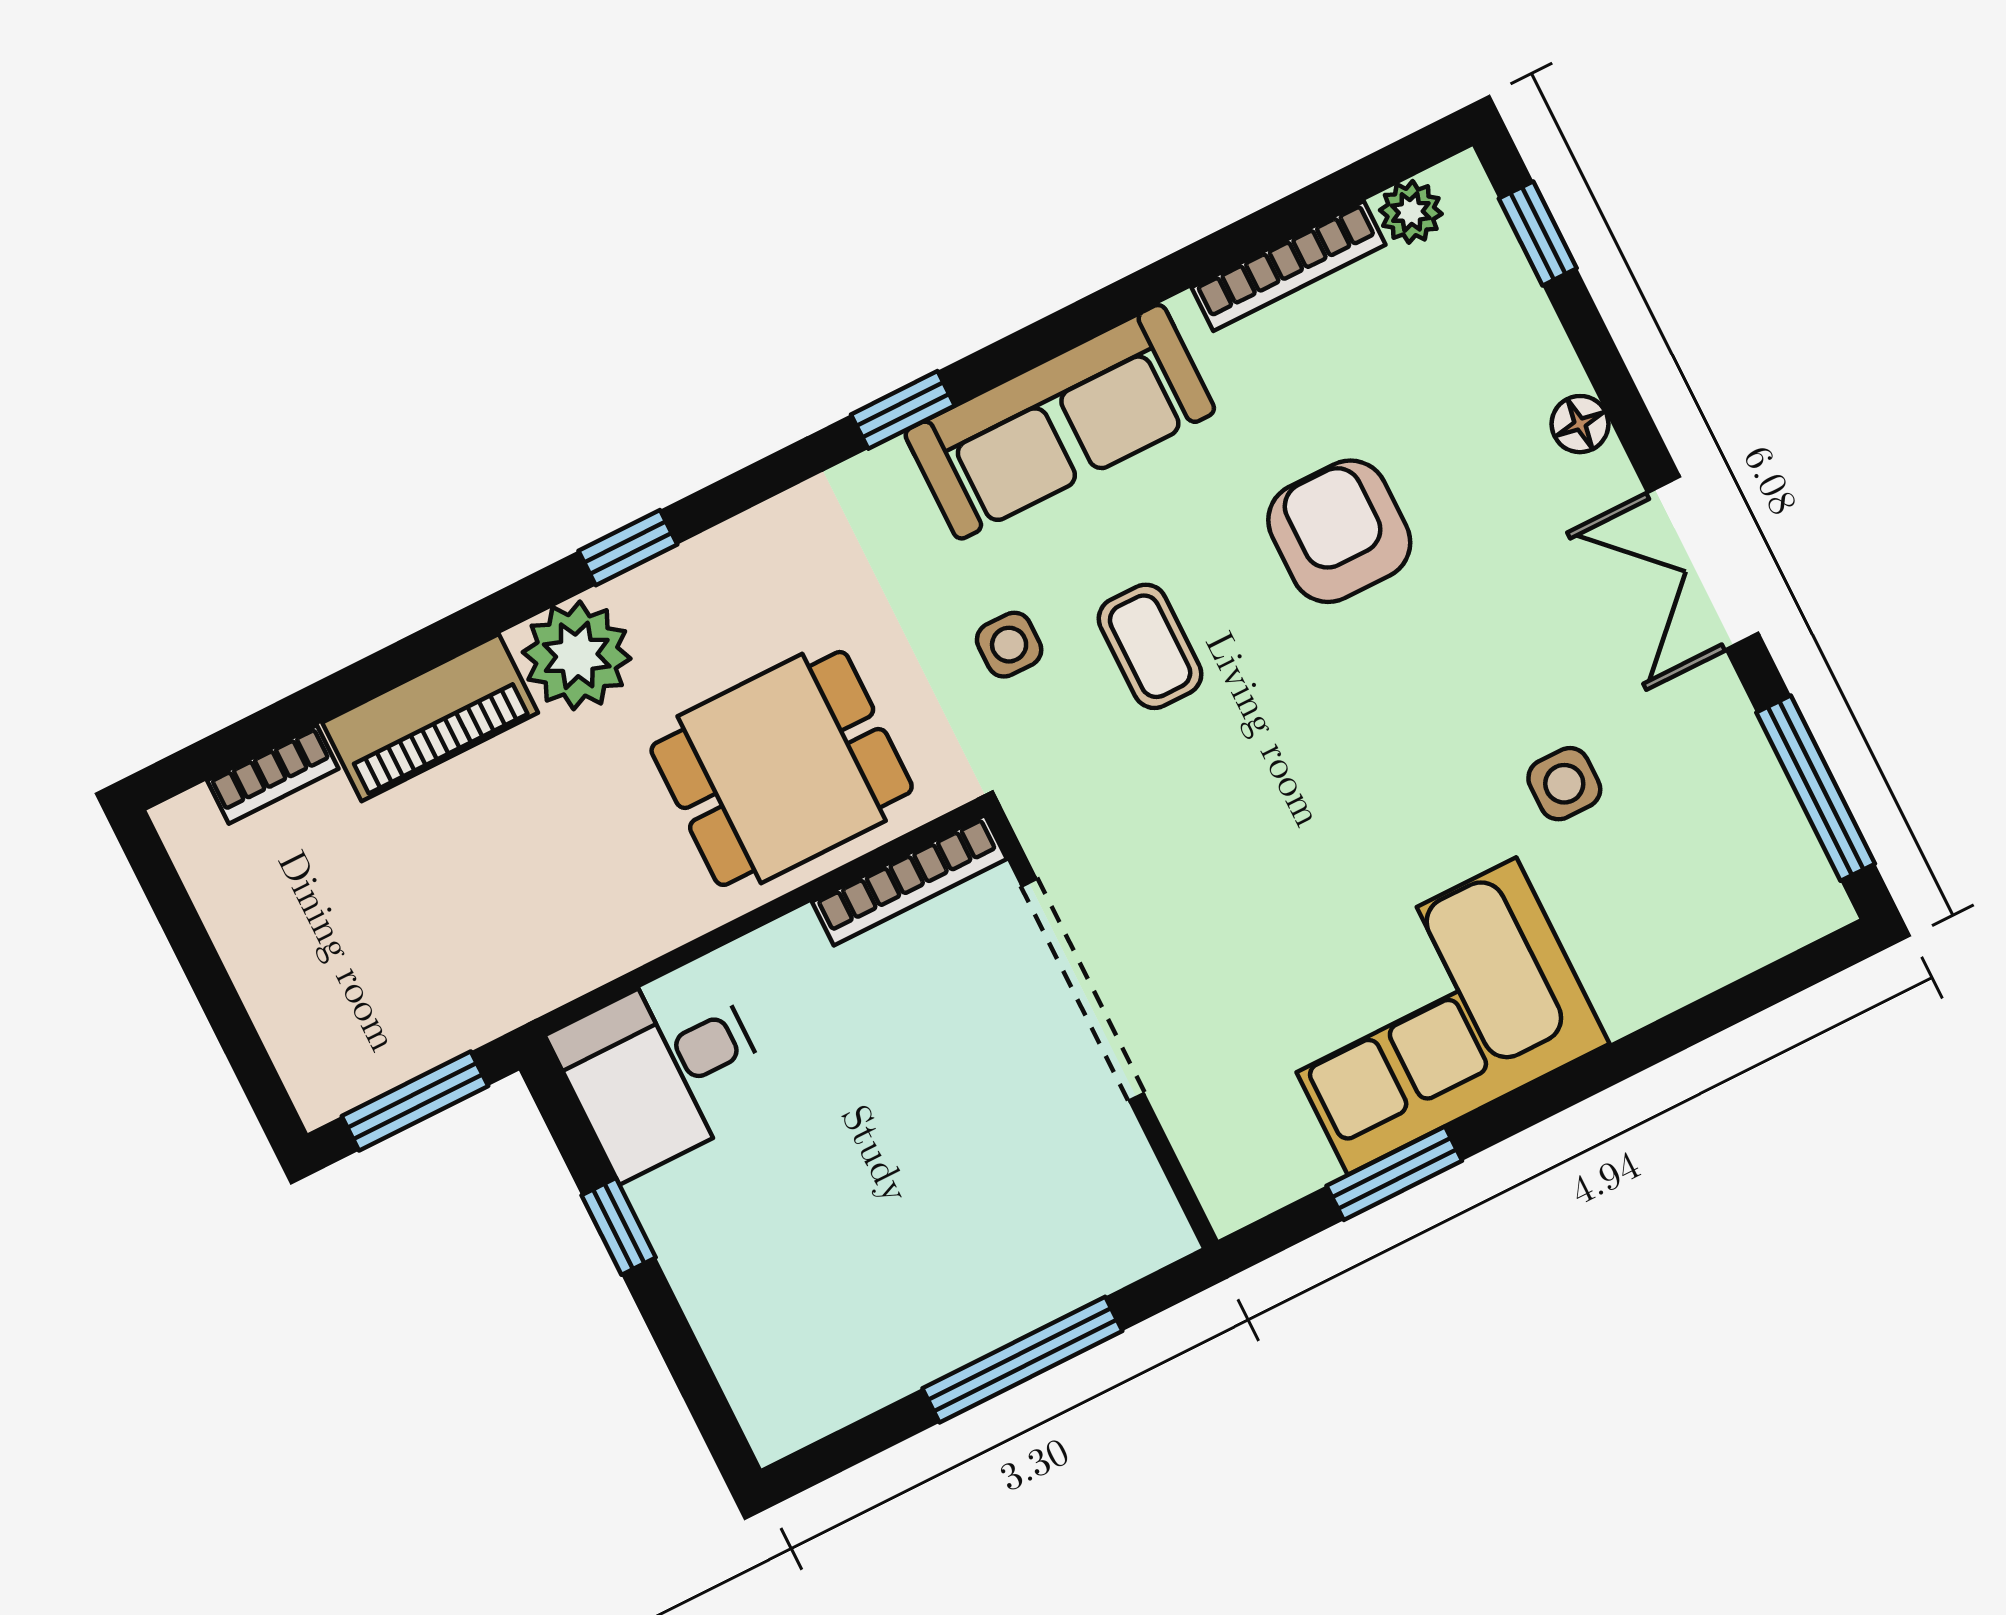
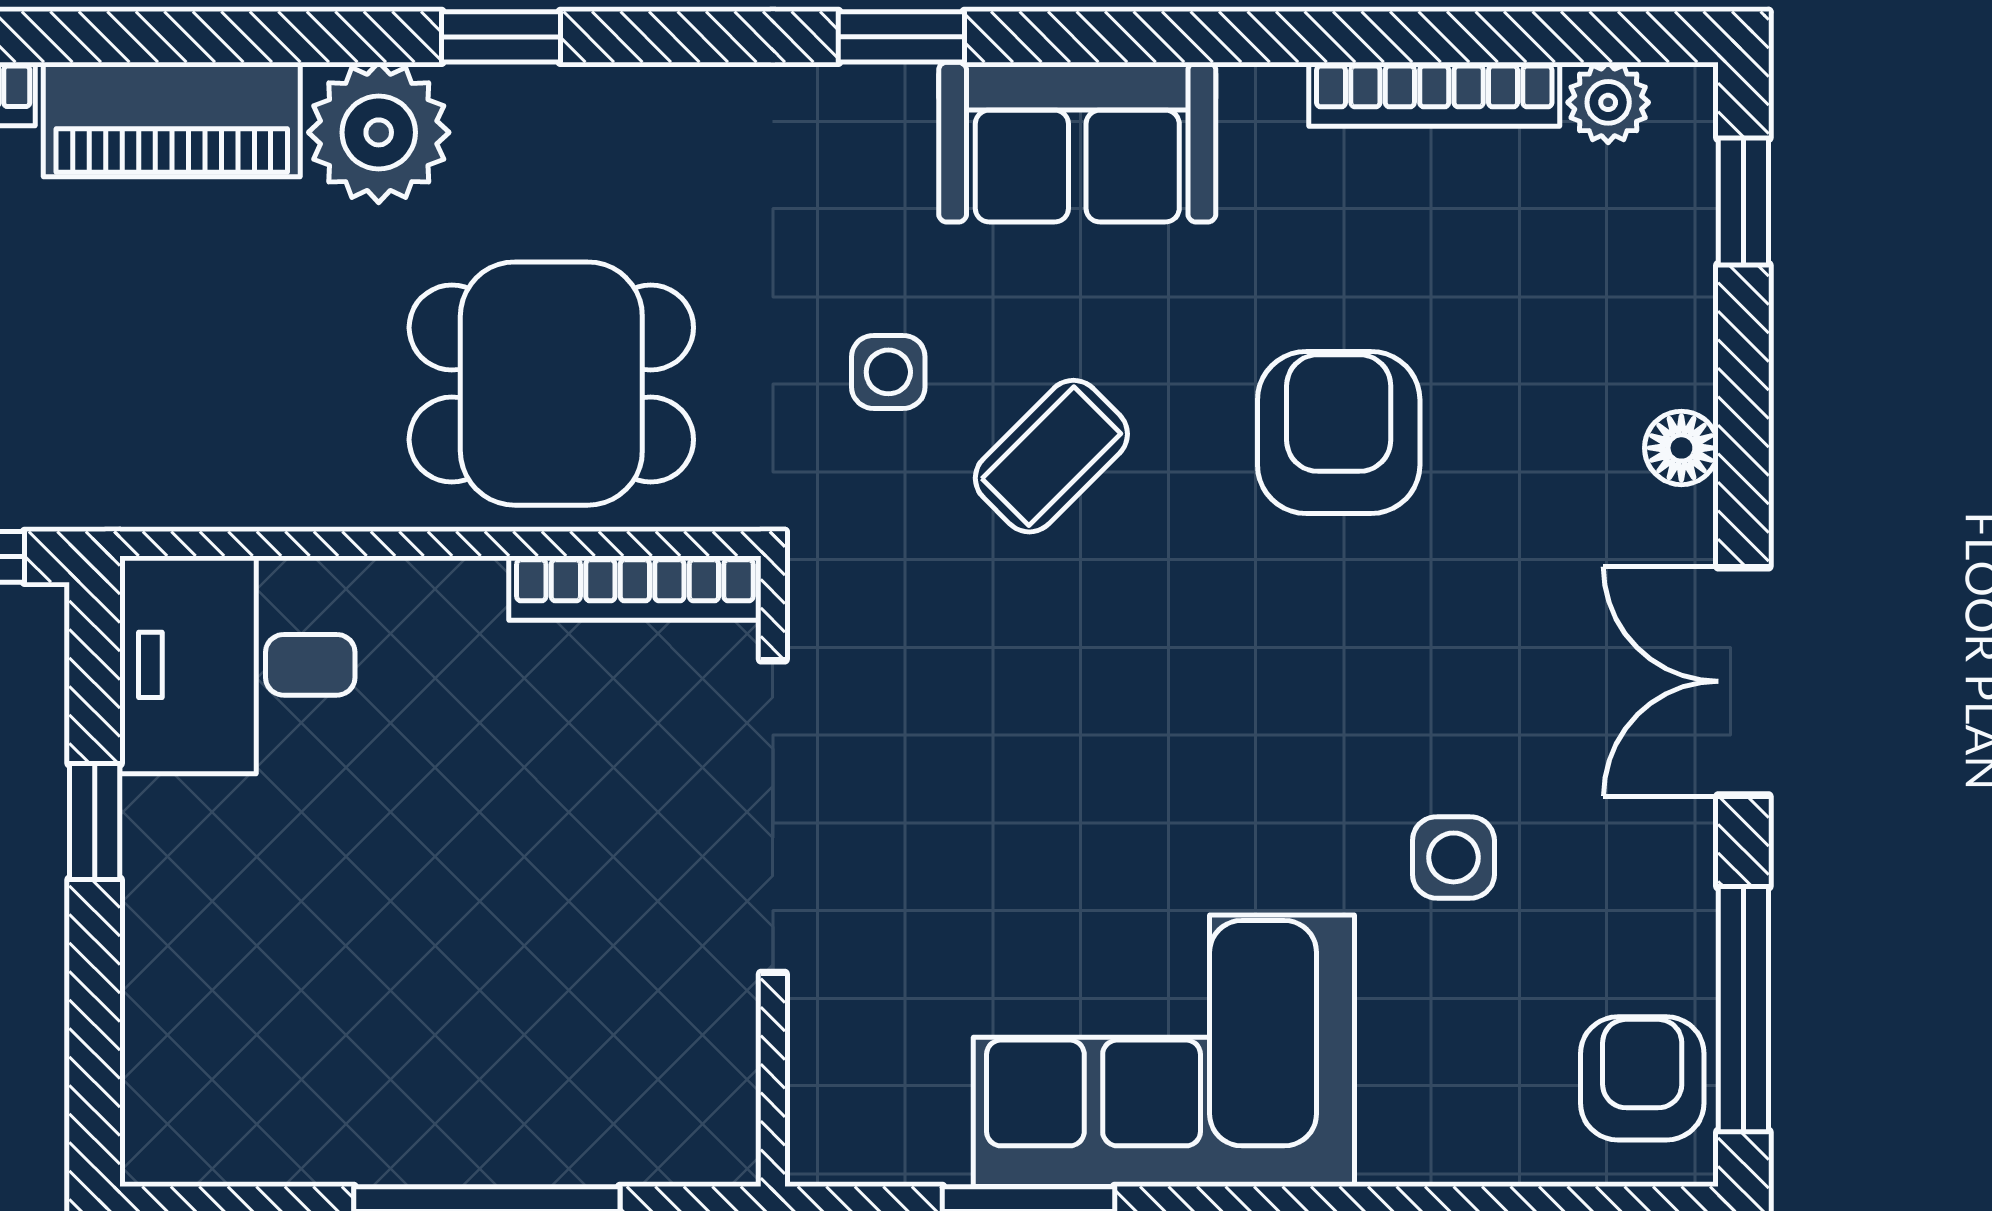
sofa: (1060, 422) -> (1077, 142), width x0.73
coffee table: (1150, 646) -> (1051, 456), turned 45
armchair: (1770, 871) -> (1642, 1078), added

